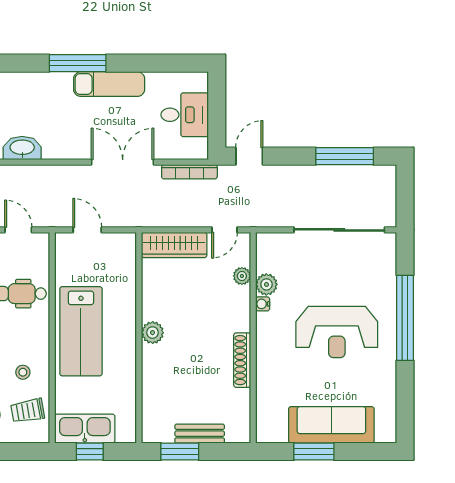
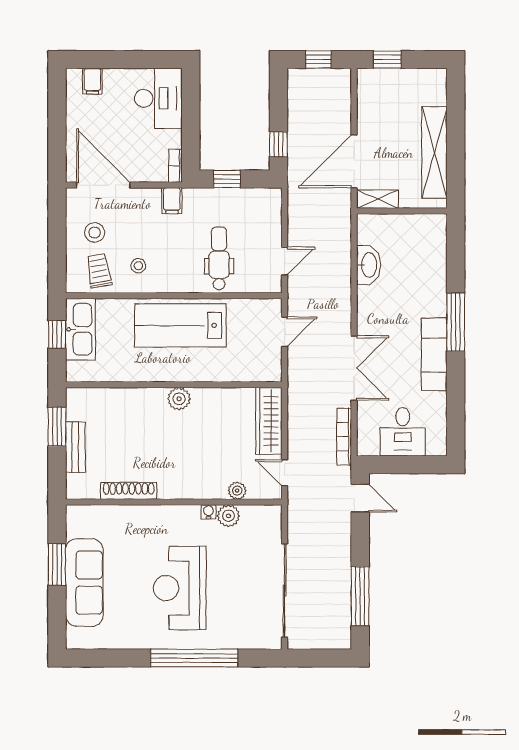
shoe rack: (242, 360) -> (129, 491), moved

